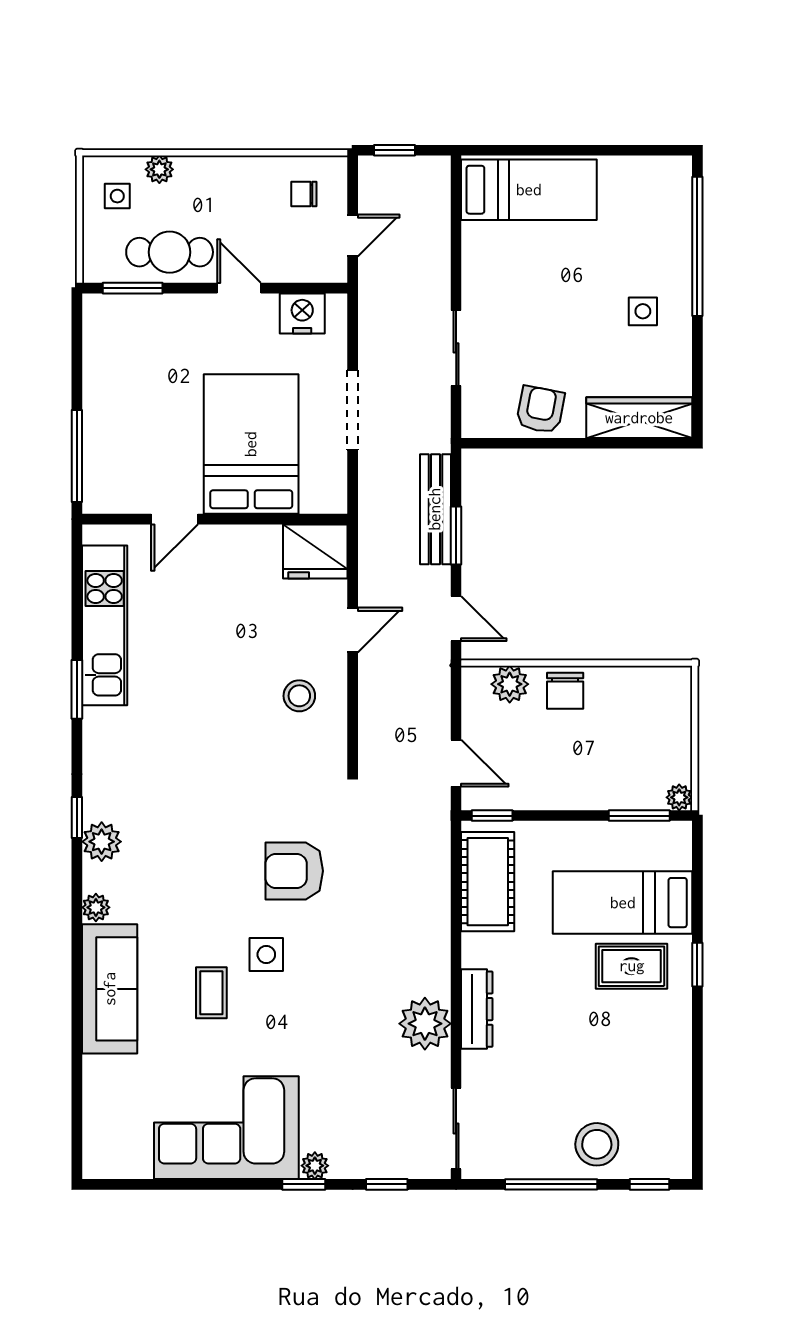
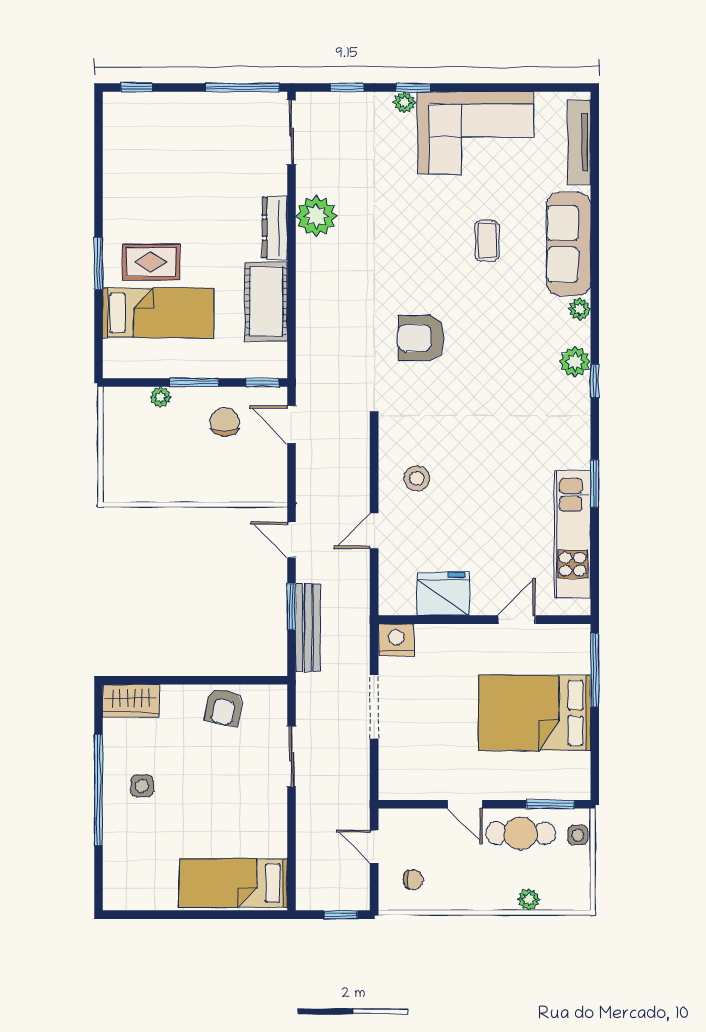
side table: (117, 196) -> (578, 835), moved
door: (353, 235) -> (374, 847), hinge flipped
window: (697, 246) -> (98, 790), moved
nightstand: (302, 313) -> (396, 640), moved, turned 180
wardrobe: (639, 418) -> (131, 701), width x0.67
bed: (251, 444) -> (535, 713), moved, turned 90
fridge: (315, 551) -> (443, 594), moved
plant: (510, 684) -> (249, 488), removed
chair: (565, 691) -> (225, 422), moved
plant: (679, 797) -> (161, 397), moved
window: (639, 816) -> (194, 383), moved
armchair: (294, 871) -> (421, 338), turned 180
cot: (488, 882) -> (266, 302), moved
side table: (266, 955) -> (443, 271), removed
window: (697, 965) -> (98, 263), width x1.50
tv unit: (96, 1116) -> (579, 142), added
stool: (597, 1144) -> (179, 120), removed
window: (551, 1184) -> (242, 87), moved

